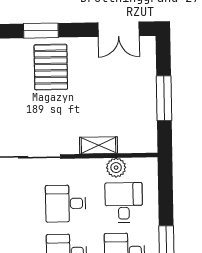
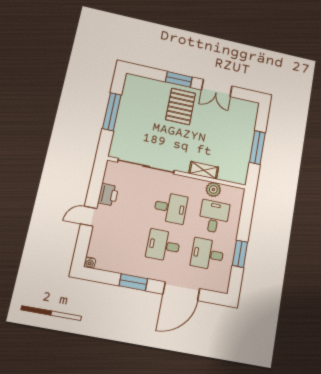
double door: (119, 29) -> (217, 88), moved
desk: (66, 203) -> (171, 208), turned 180

